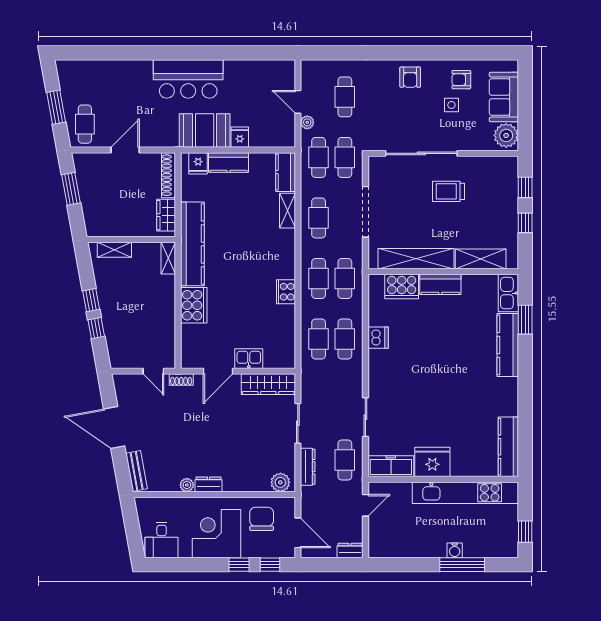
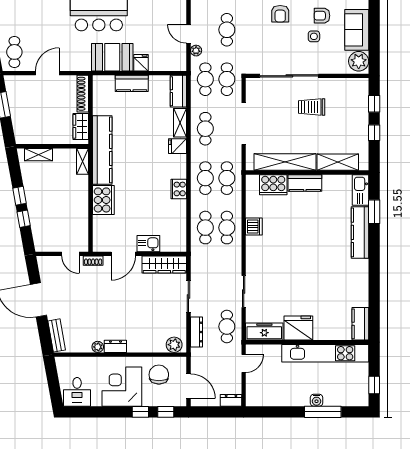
fridge: (198, 163) -> (178, 146), moved, turned 90
kitchen counter: (508, 447) -> (360, 324), width x0.67

